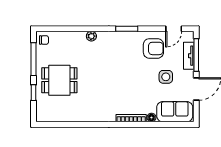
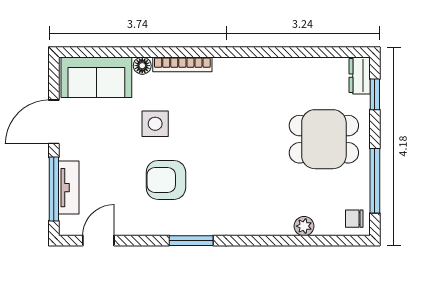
plant: (91, 36) -> (304, 226), moved
armchair: (153, 48) -> (166, 180), moved
side table: (166, 77) -> (155, 124), moved
window: (34, 93) -> (375, 94), moved
dresser: (41, 113) -> (360, 76), added

